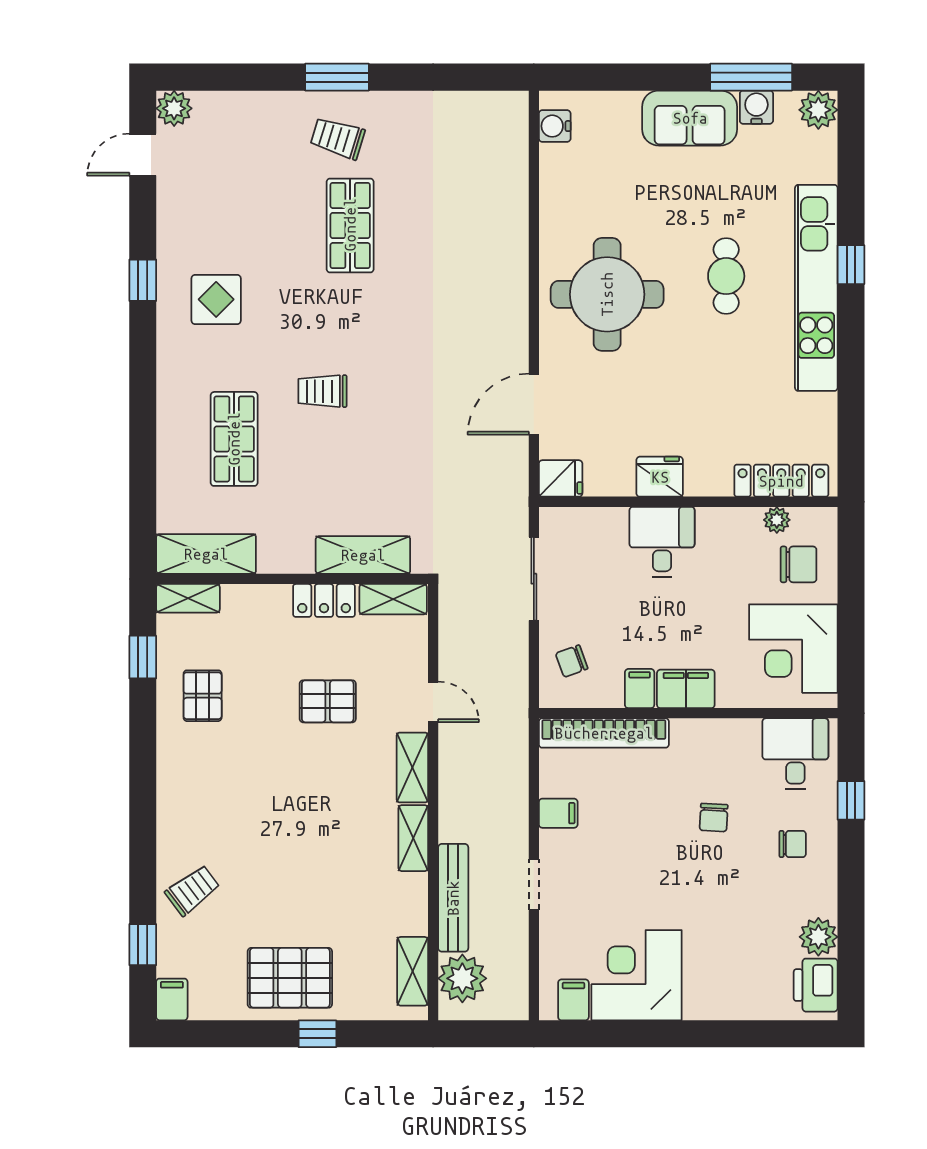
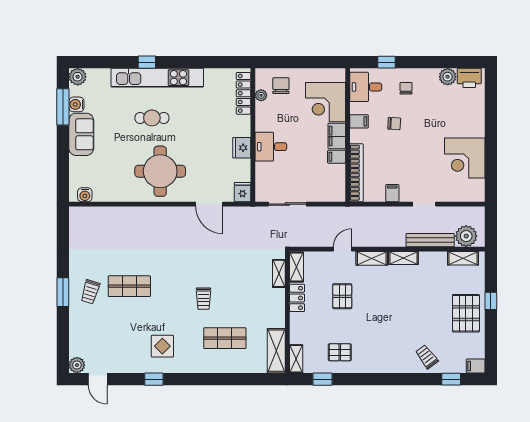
shelving: (363, 555) -> (279, 273), width x0.67, depth x0.75
corner desk: (793, 649) -> (325, 102), moved, turned 90
chair: (572, 661) -> (324, 187), removed
filing cabinet: (573, 1000) -> (359, 121), moved, turned 180

